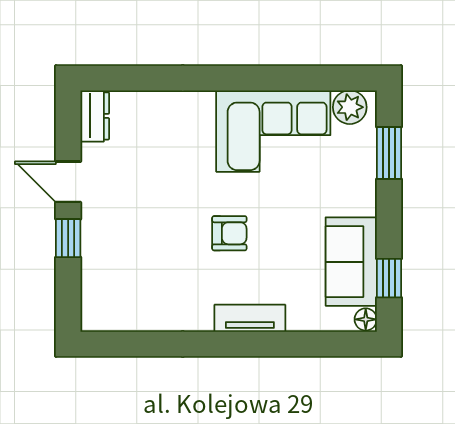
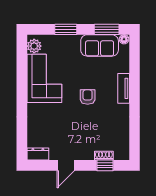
window: (389, 153) -> (66, 29), moved
window: (68, 238) -> (105, 165), moved
shoe rack: (91, 272) -> (104, 156), added
window: (389, 278) -> (107, 29), width x1.50

